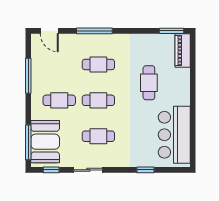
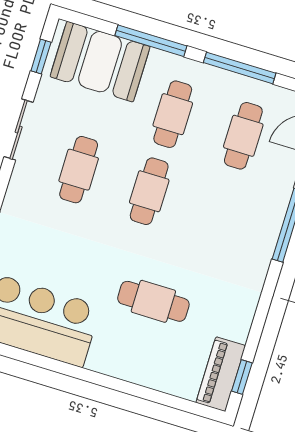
window: (172, 31) -> (242, 377), width x0.67
piano: (183, 50) -> (221, 374), moved, turned -90
cafe table: (98, 64) -> (243, 136), moved
window: (28, 142) -> (151, 41), moved

